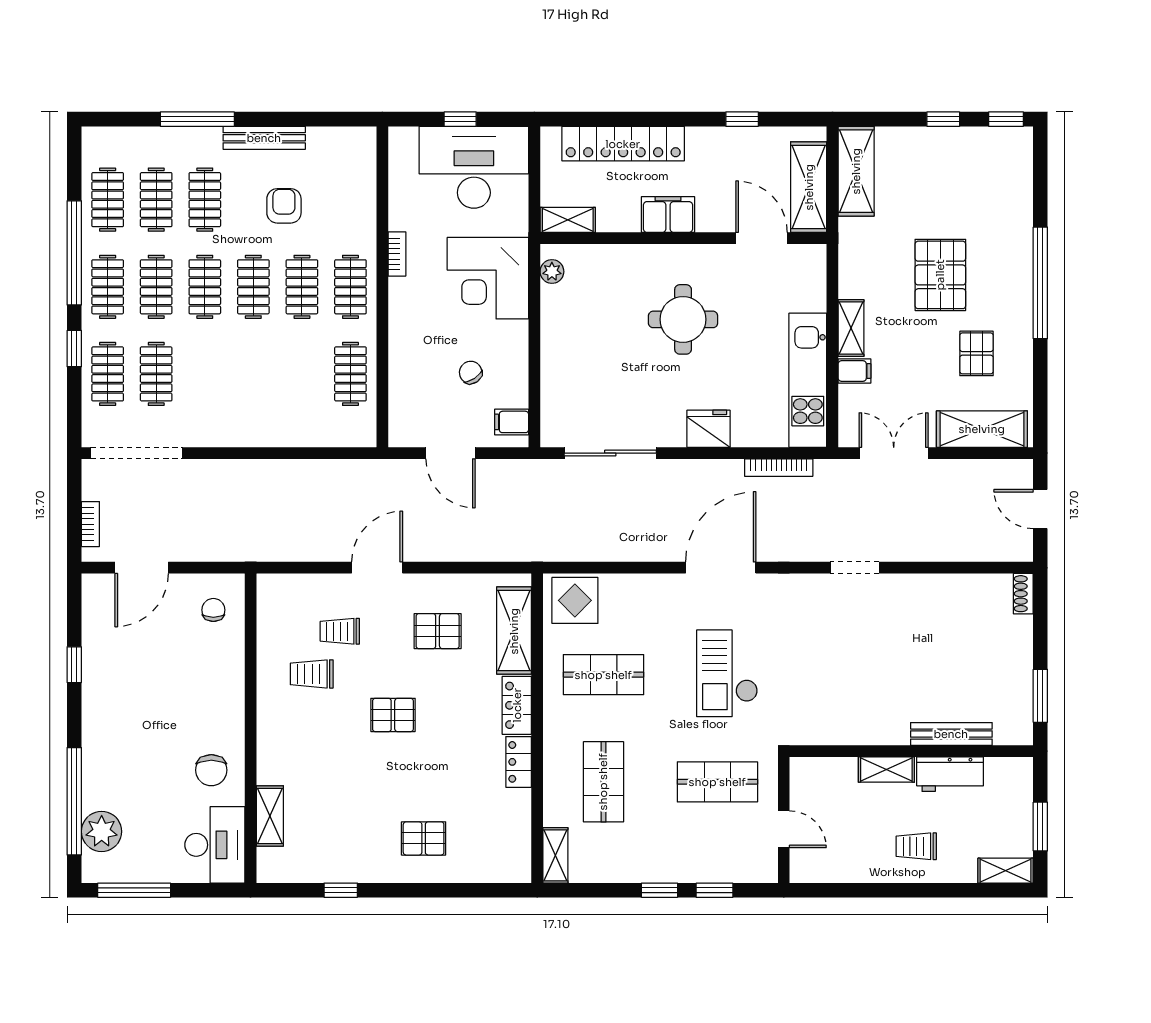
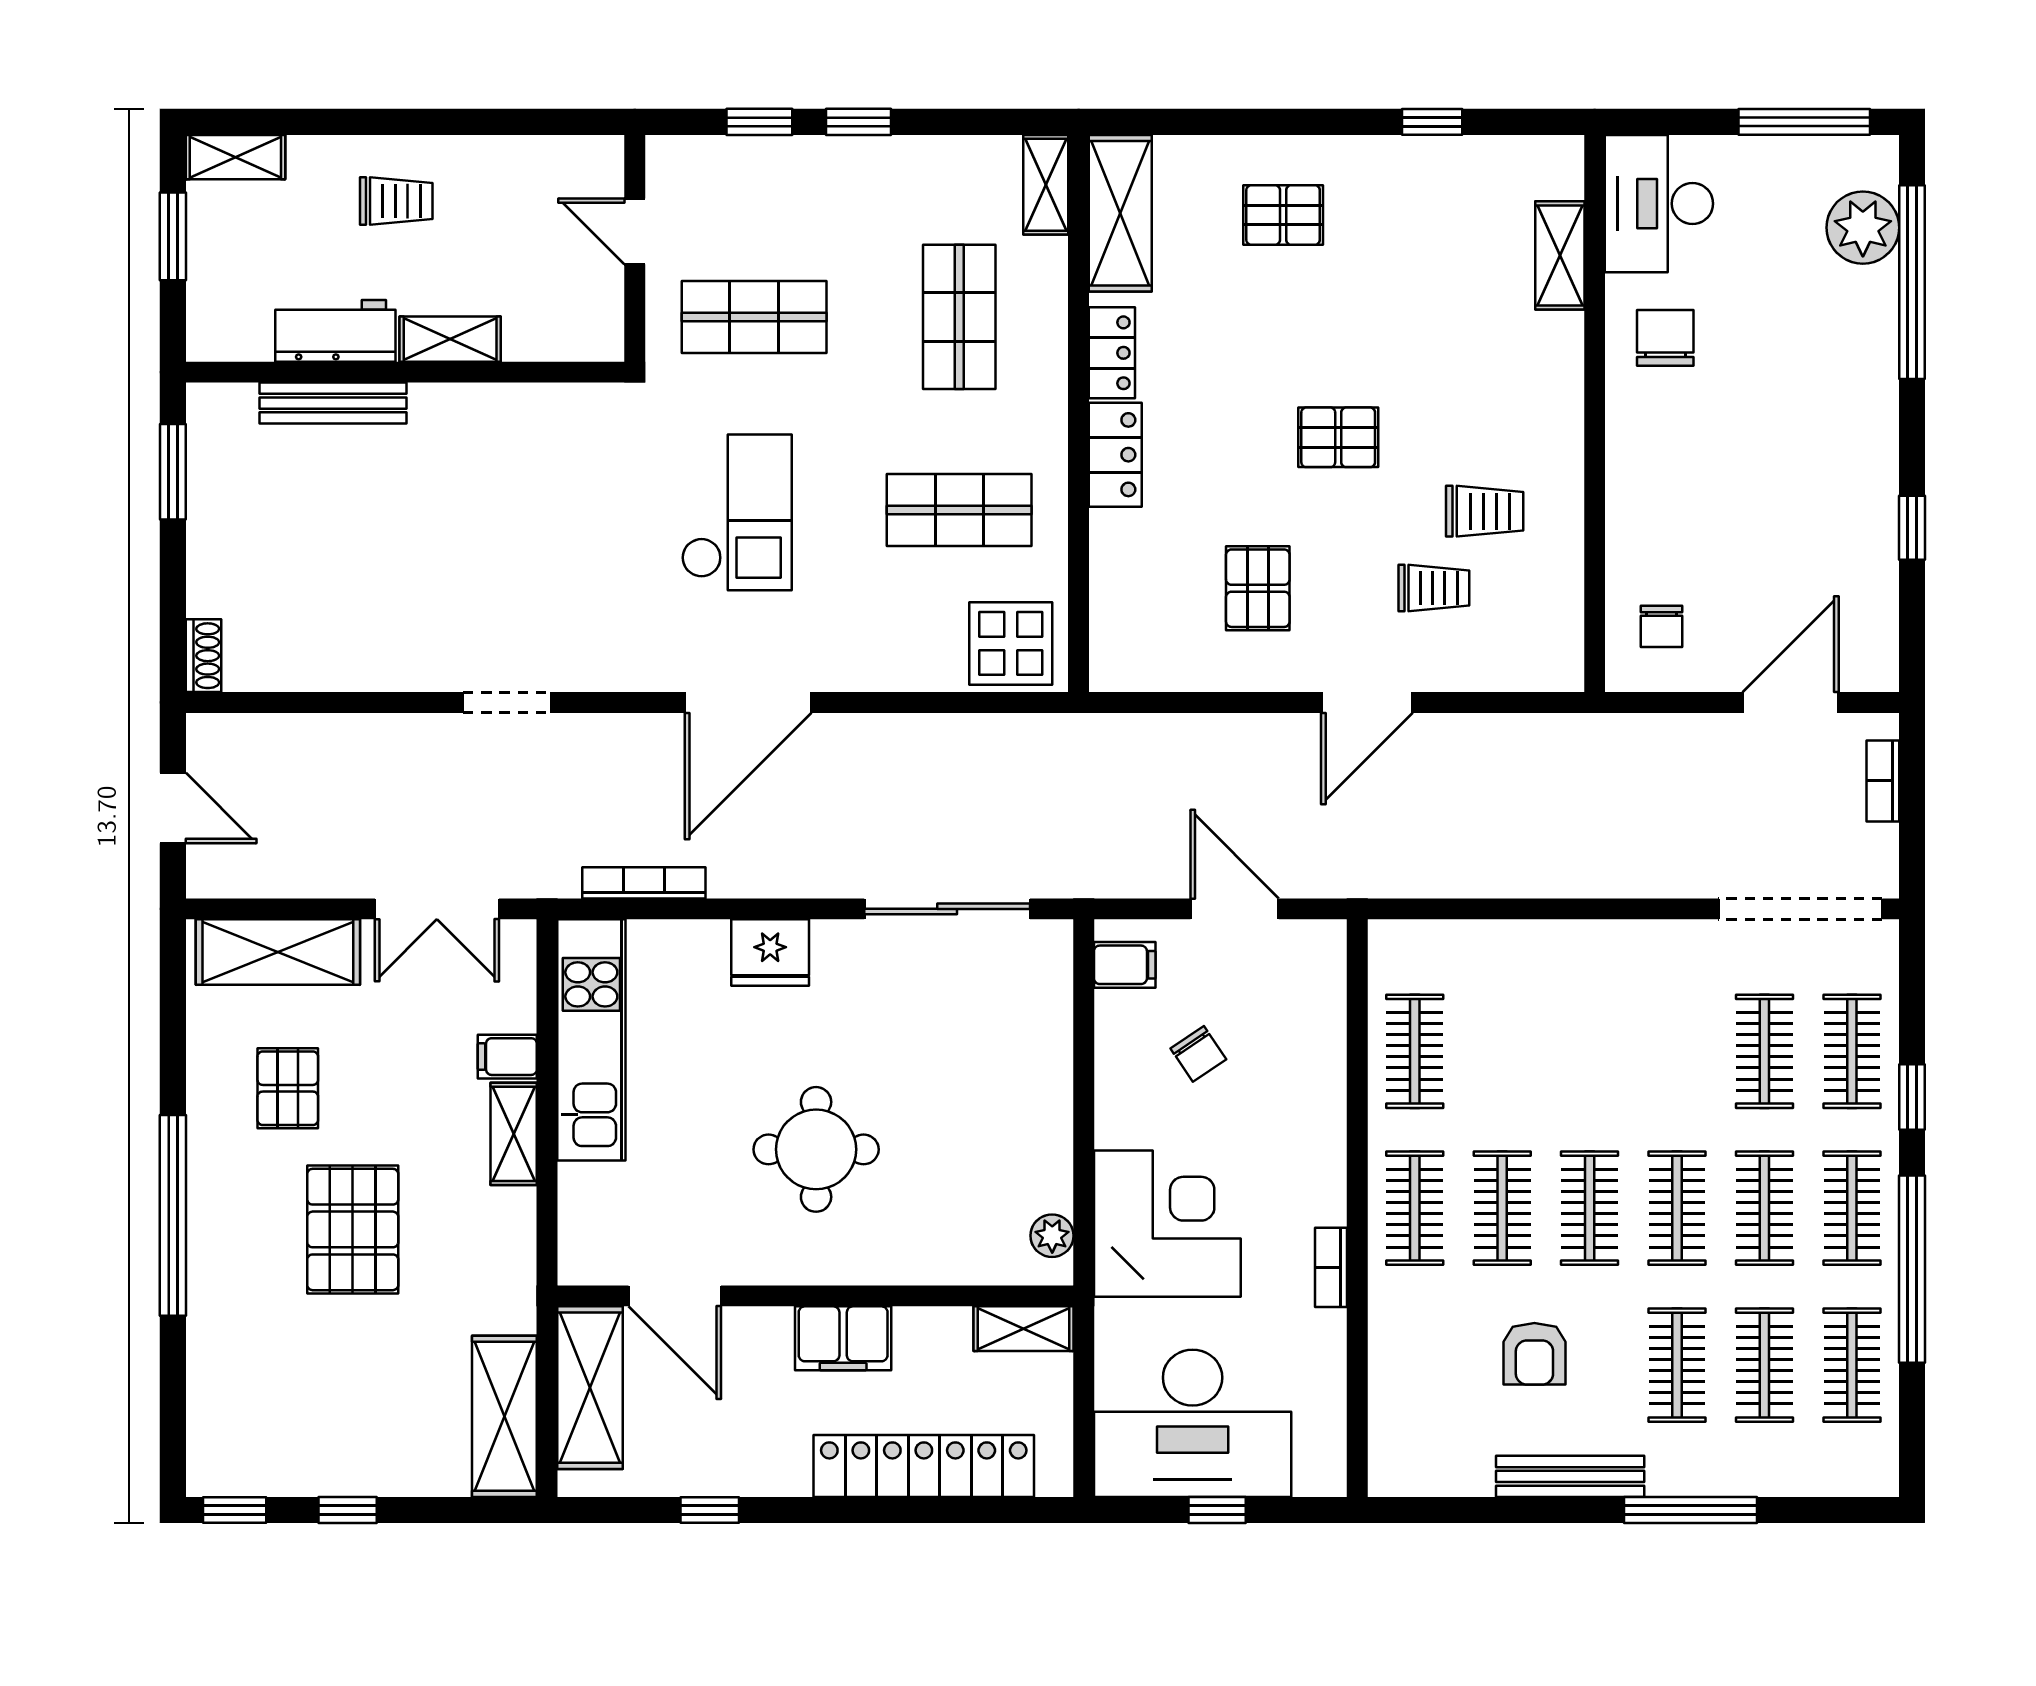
pallet: (438, 631) -> (1258, 588), turned 90
shelving: (514, 631) -> (1120, 213), moved

